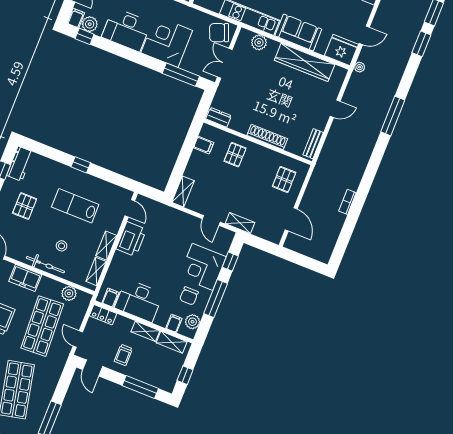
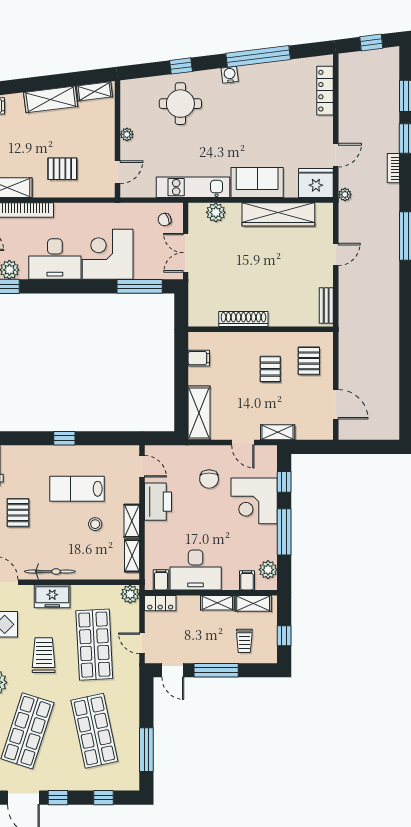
chair: (219, 33) -> (165, 220), width x0.54, depth x0.54
dresser: (219, 117) -> (203, 319), removed
shoe rack: (267, 137) -> (243, 319), moved
pallet: (235, 155) -> (270, 369), moved
shelving: (183, 192) -> (199, 413), width x1.50, depth x1.33
bookcase: (347, 202) -> (393, 168), moved
stool: (62, 246) -> (95, 524), moved
bicycle: (45, 265) -> (50, 571), moved
plant: (69, 293) -> (130, 594), moved
chair: (189, 296) -> (209, 479), moved
trolley: (123, 355) -> (244, 641), moved
window: (140, 387) -> (216, 670), moved

